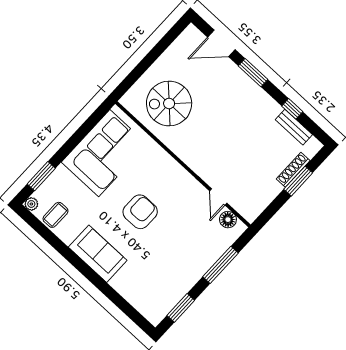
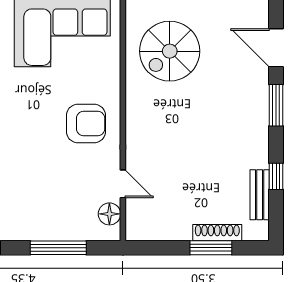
spiral stairs: (169, 104) -> (170, 51), turned -90
door: (218, 197) -> (123, 184), swing flipped
armchair: (140, 212) -> (86, 124), moved

